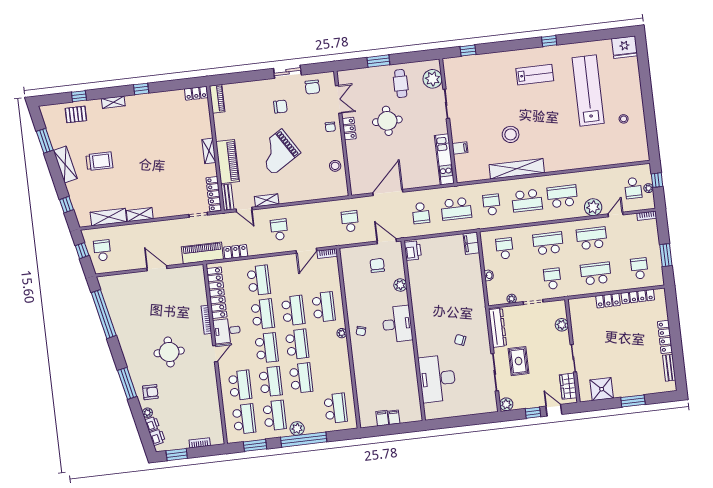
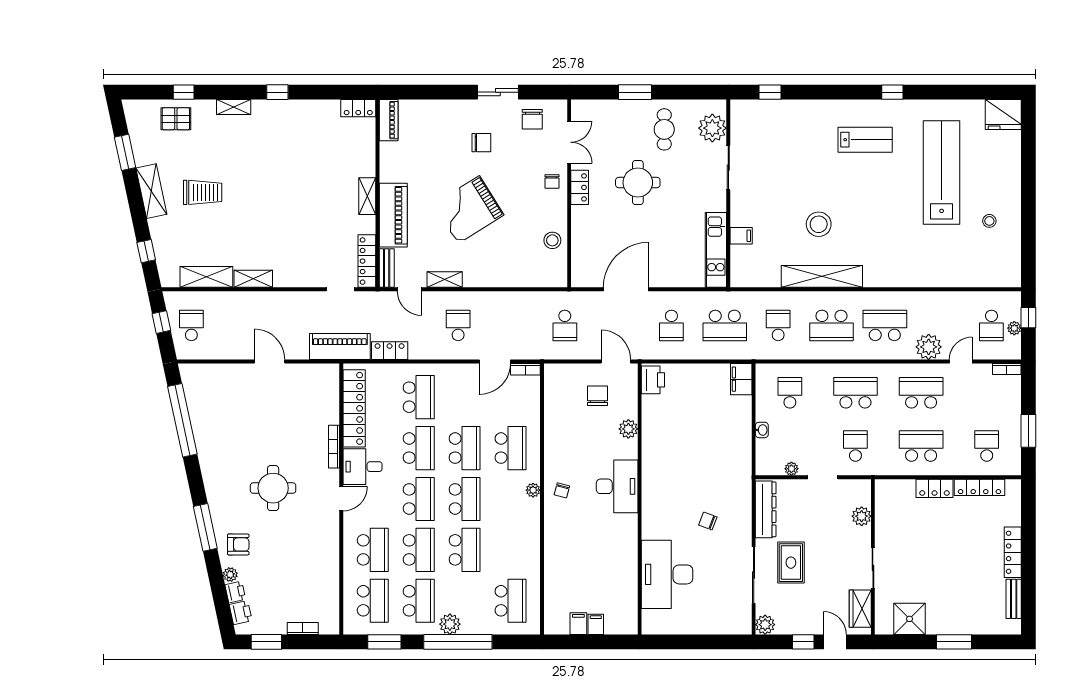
school desk: (350, 221) -> (565, 325), turned 180

